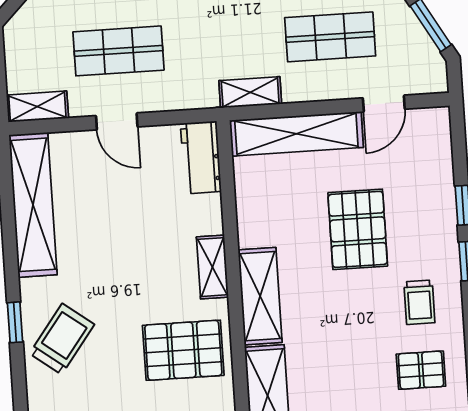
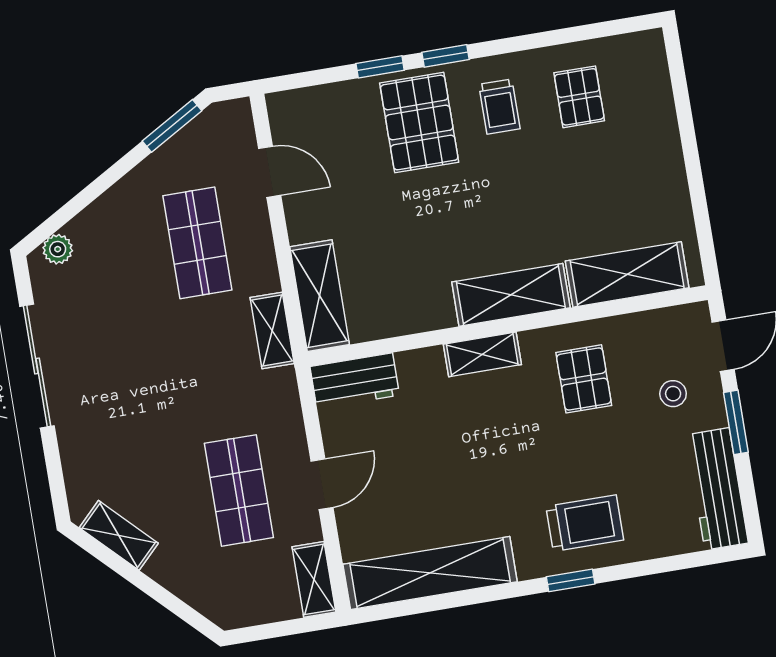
shelving: (296, 134) -> (320, 296), width x0.68
pallet: (358, 229) -> (419, 123), moved, turned 90
trolley: (419, 302) -> (499, 107), turned 90
trolley: (62, 339) -> (585, 523), turned 143
pallet: (183, 350) -> (584, 379), width x0.67, depth x0.71

